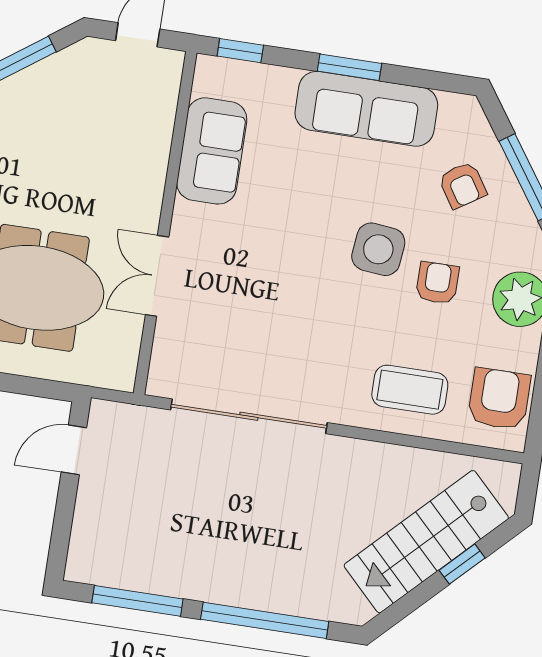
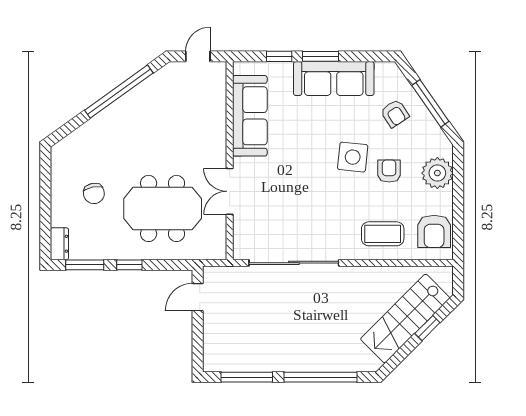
window: (240, 51) -> (279, 56), moved
sofa: (212, 151) -> (250, 116), width x1.36
armchair: (499, 399) -> (434, 231), turned 180

